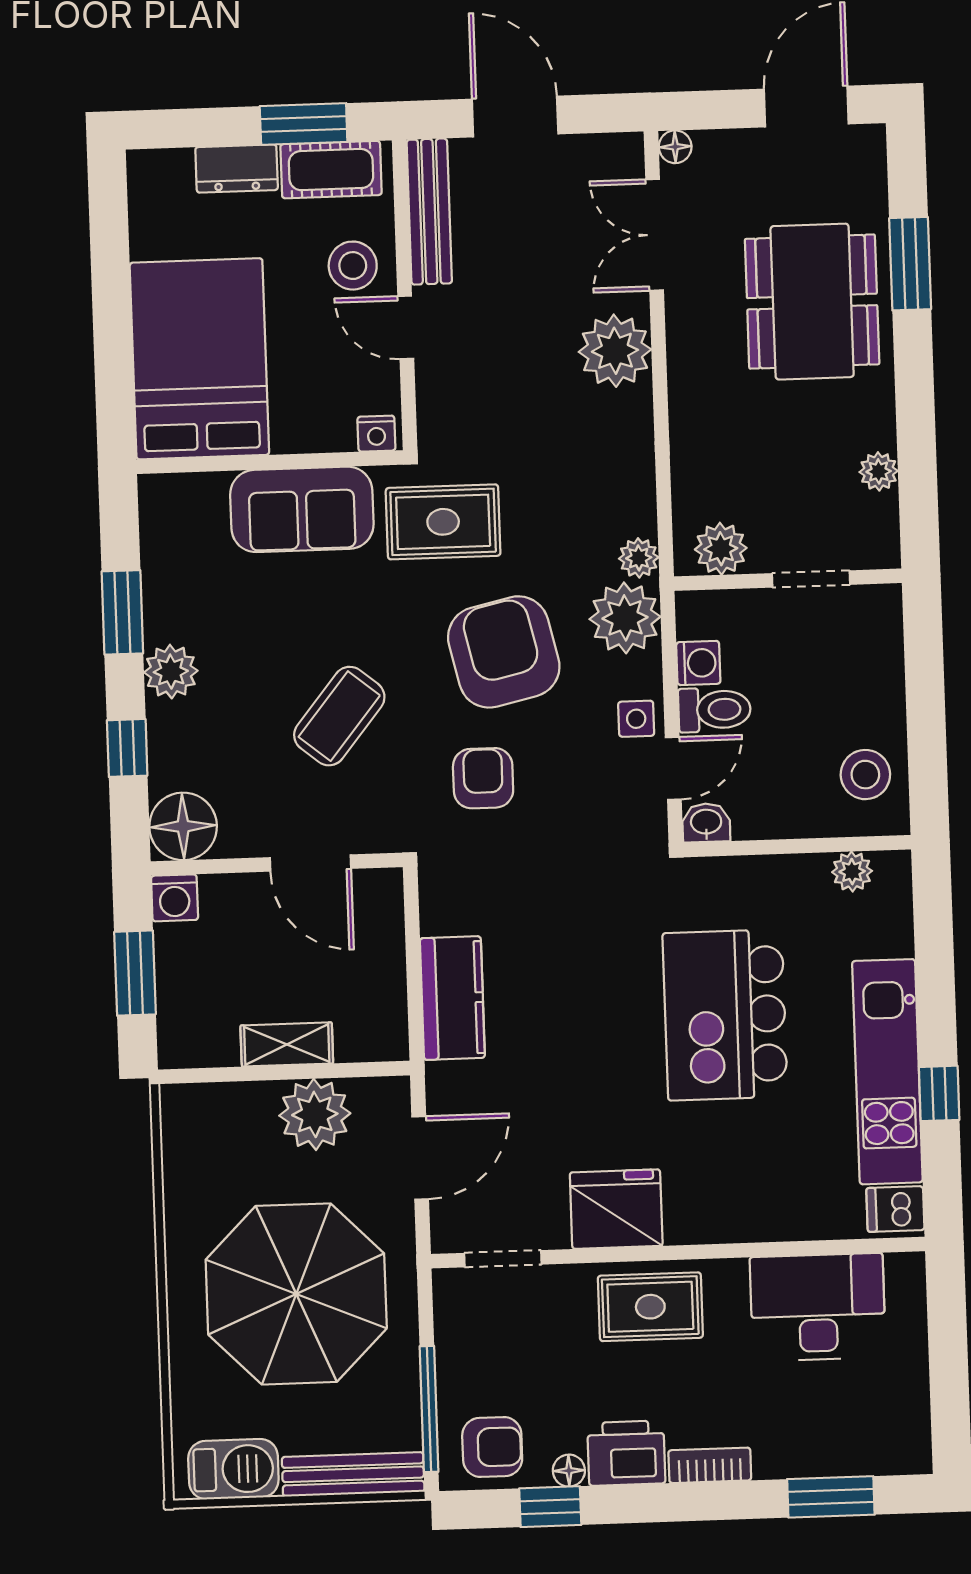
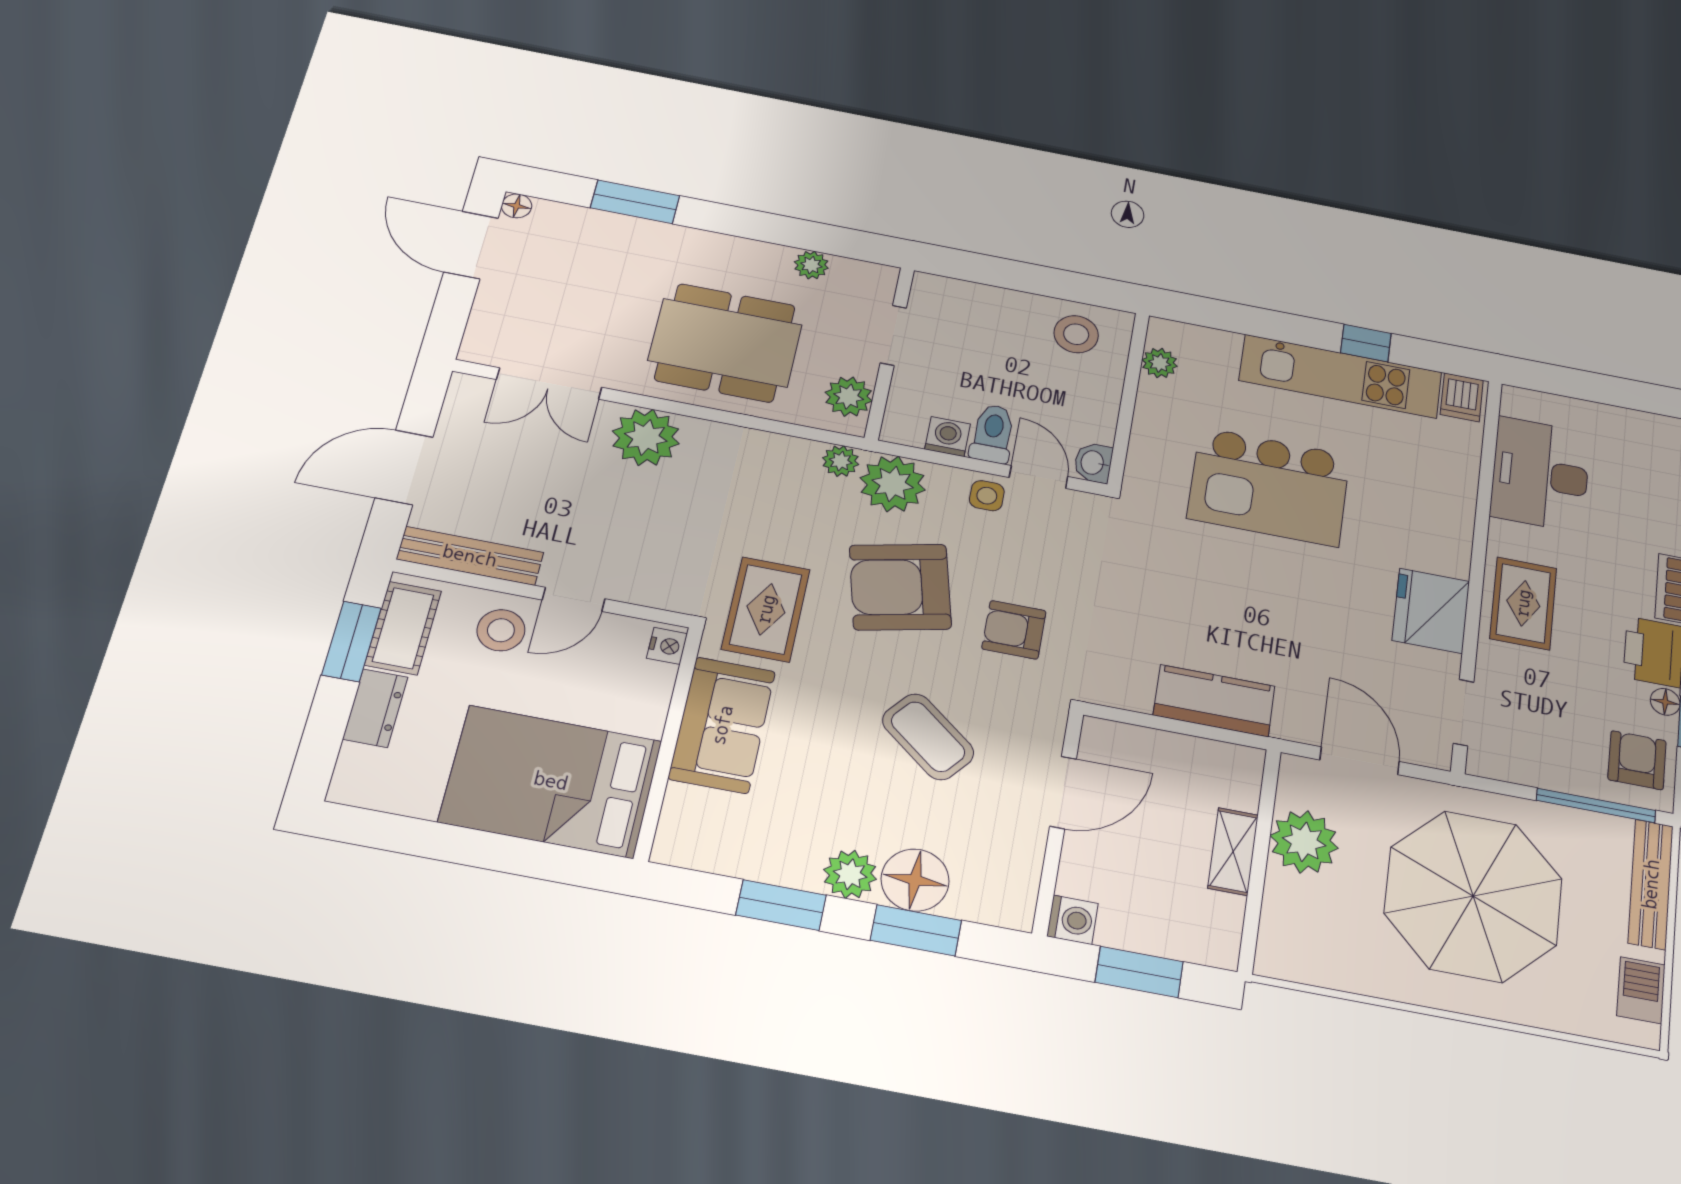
floor lamp: (675, 147) -> (517, 206), moved
dining table: (812, 302) -> (725, 343), moved
window: (127, 748) -> (916, 930), width x1.50
floor lamp: (183, 826) -> (915, 880), moved
barbecue: (233, 1469) -> (1641, 990), width x0.73, depth x0.79

